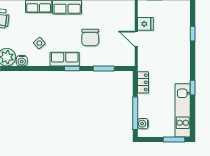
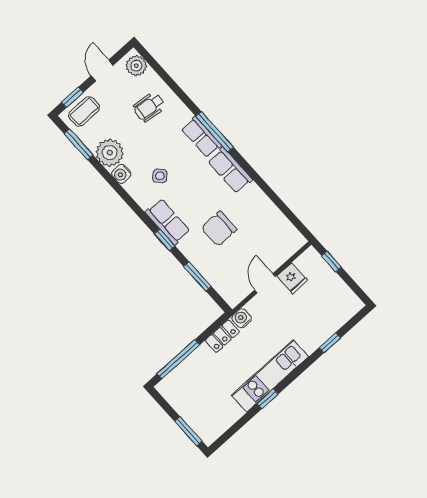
kitchen unit: (183, 110) -> (270, 376), moved
water cooler: (143, 124) -> (242, 318), moved

